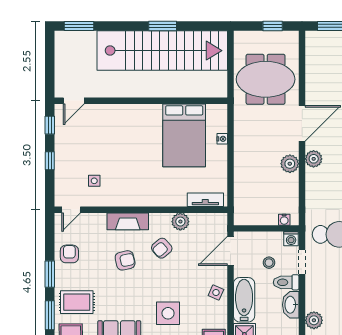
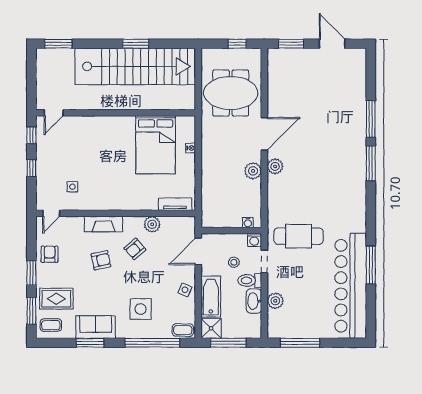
plant: (314, 320) -> (275, 301), moved

